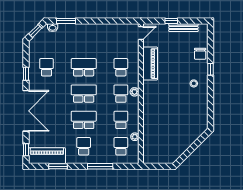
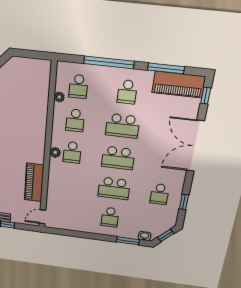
school desk: (121, 67) -> (110, 217), moved
window: (26, 74) -> (184, 202), moved
window: (58, 166) -> (166, 68), width x1.44
window: (100, 166) -> (109, 62), width x1.46

